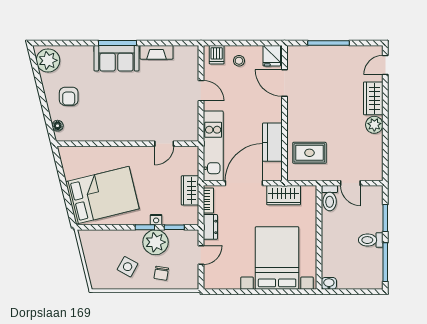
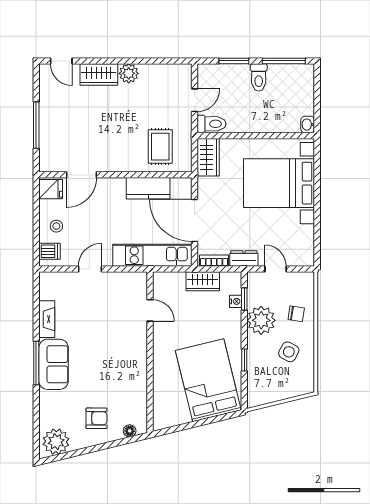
wardrobe: (284, 195) -> (208, 157), moved
nightstand: (156, 220) -> (236, 301), moved
window: (145, 227) -> (244, 360), moved

